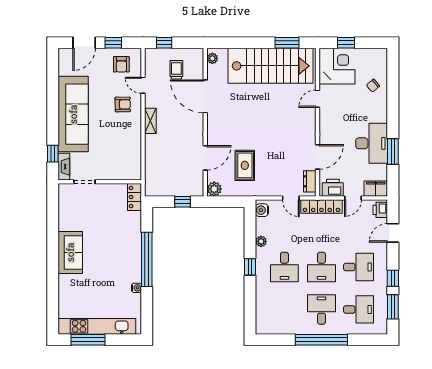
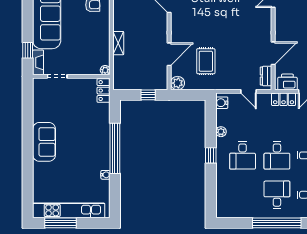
shelving: (150, 121) -> (118, 43), moved
plant: (136, 175) -> (105, 70), added
locker: (321, 206) -> (284, 99), width x0.66

